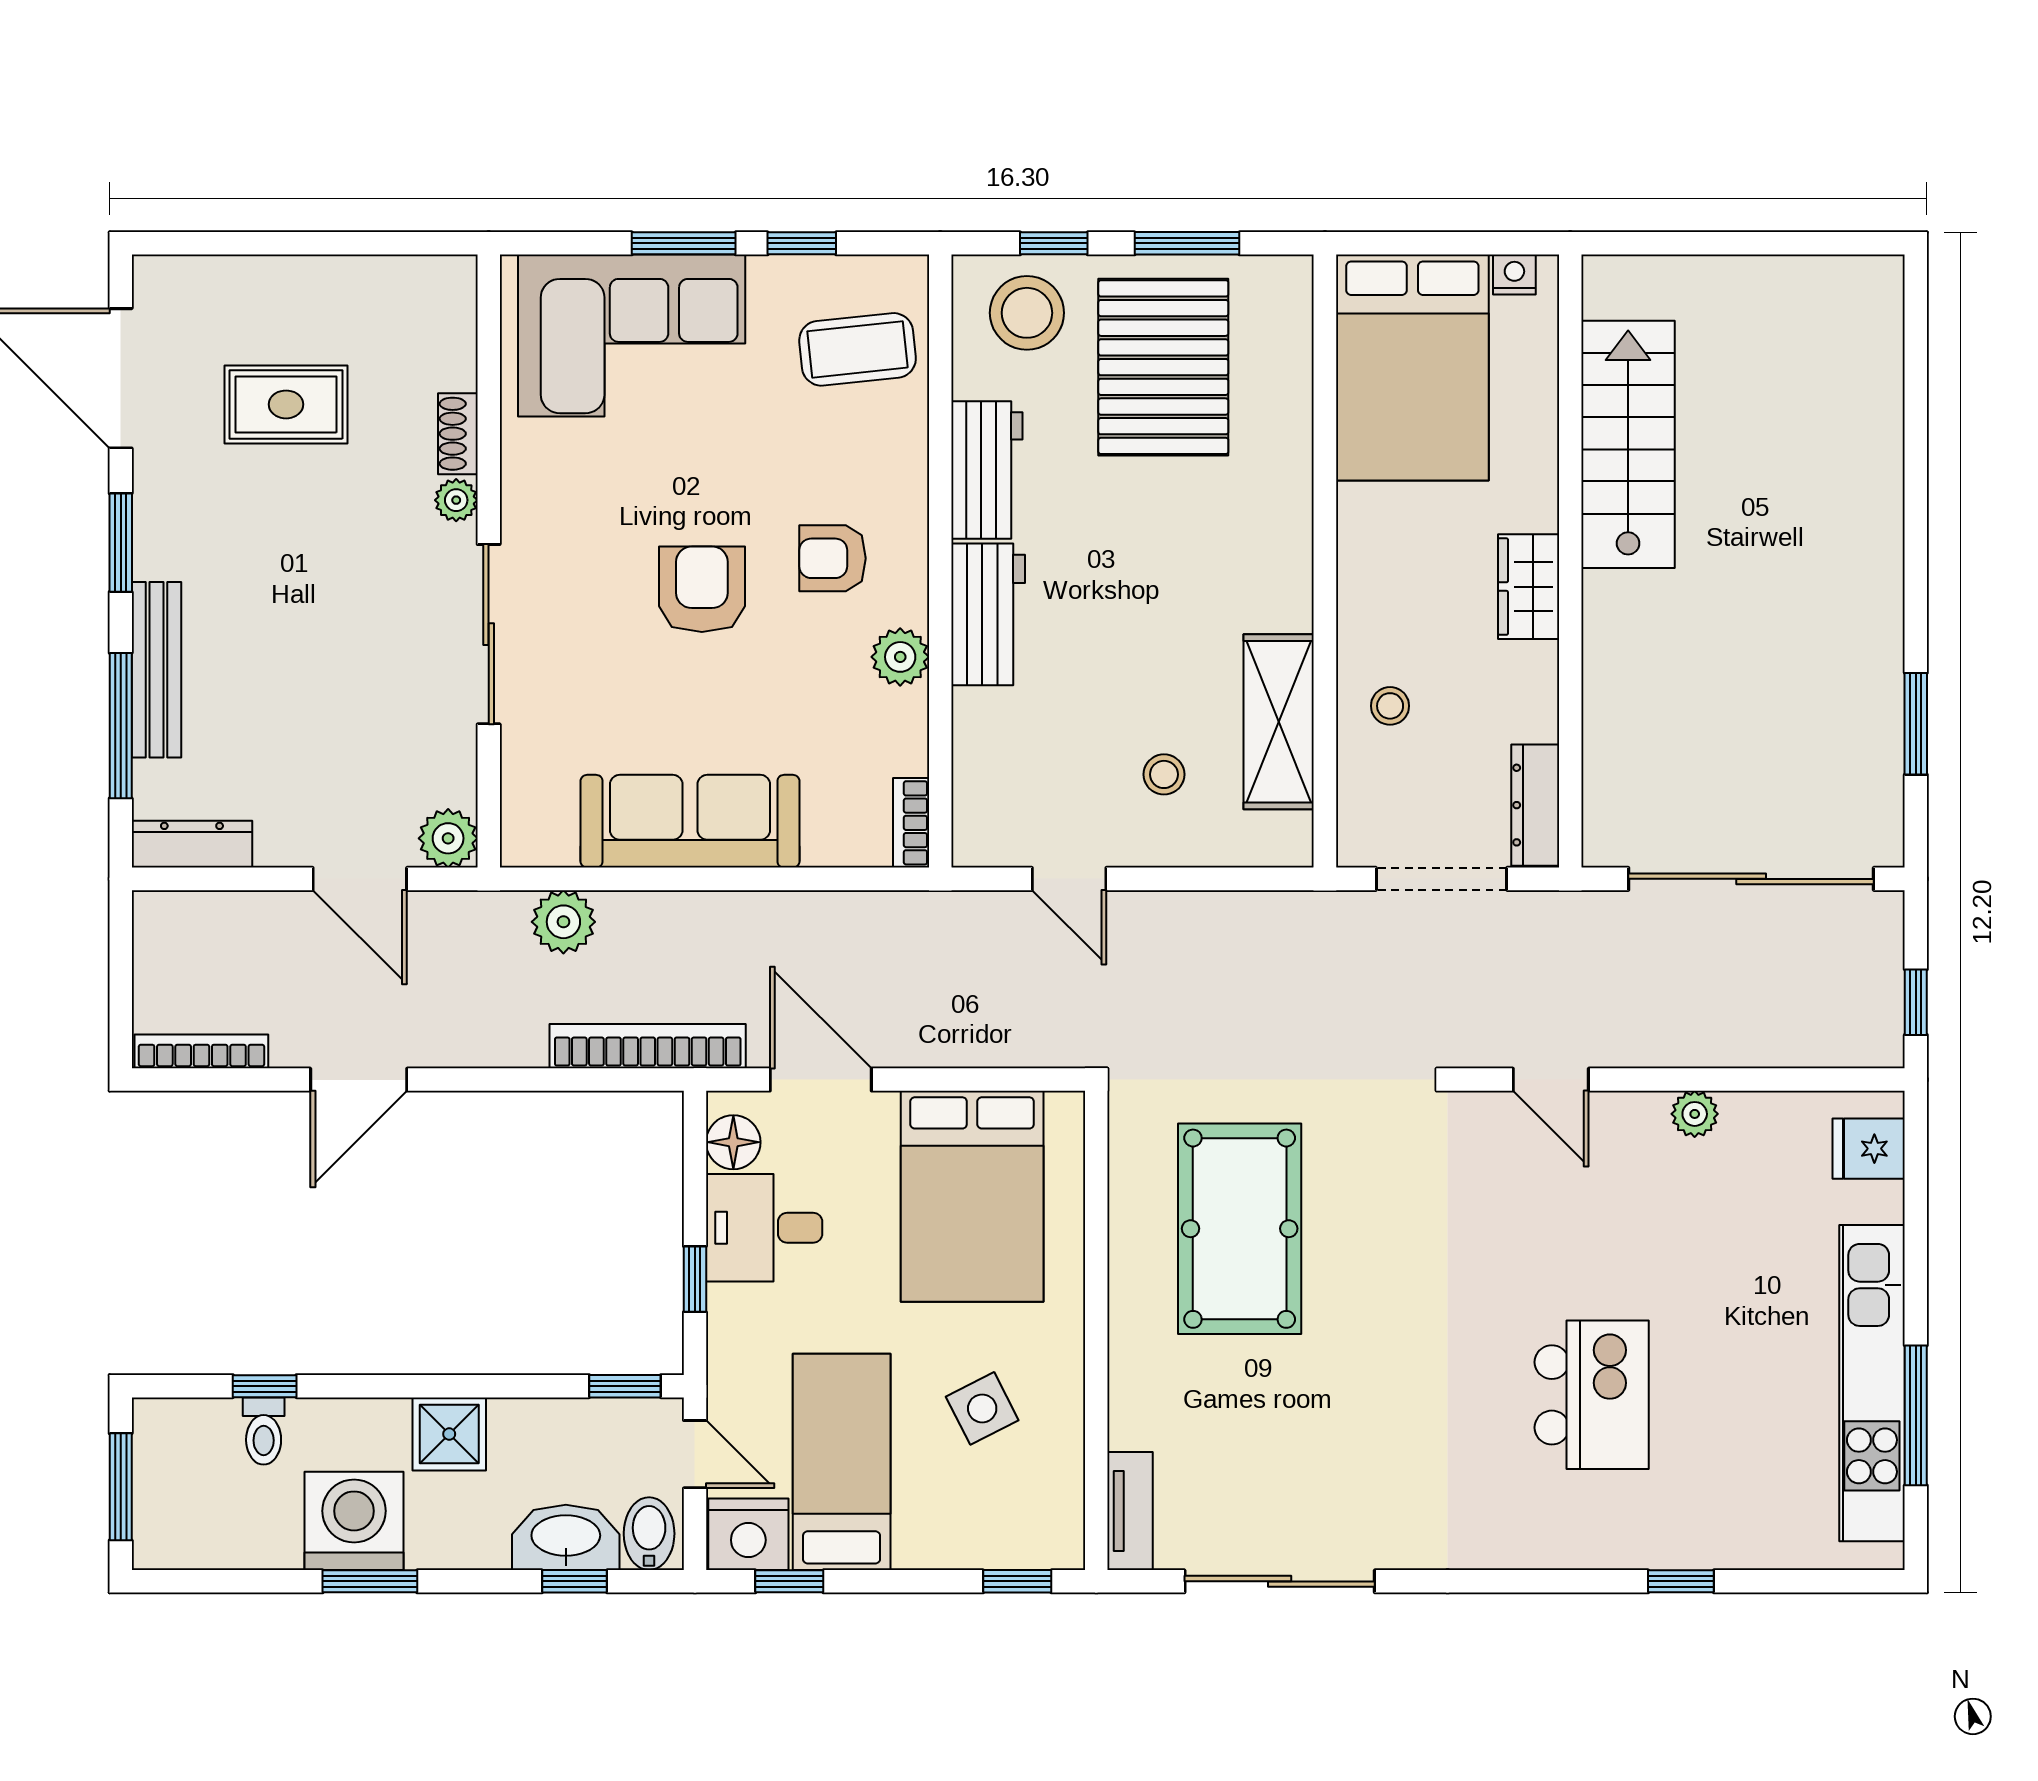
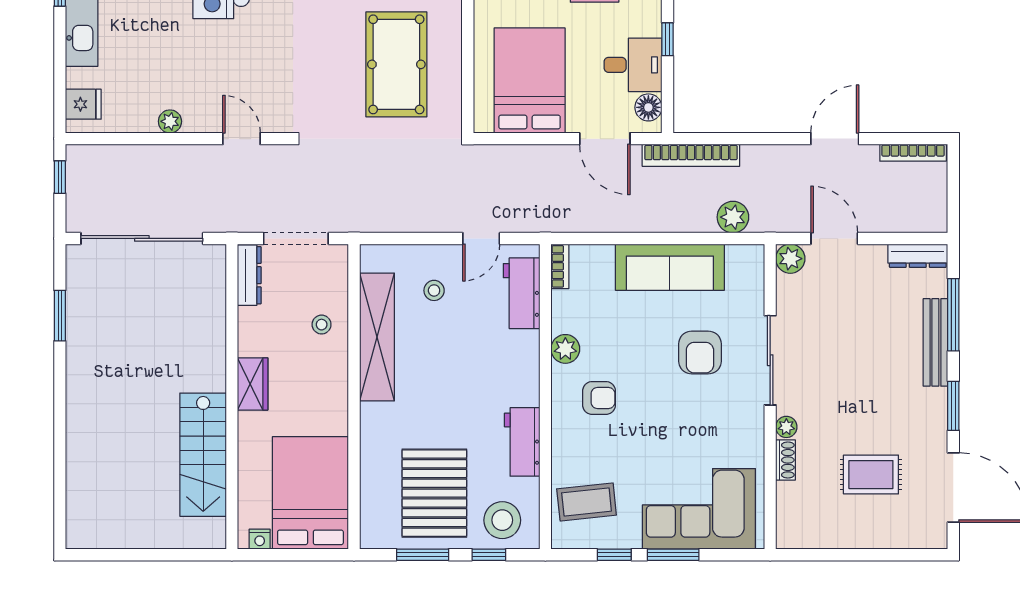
armchair: (702, 589) -> (700, 353), moved
workbench: (988, 614) -> (522, 293), moved
shelving: (1279, 722) -> (377, 337), width x1.47
door: (1069, 879) -> (481, 238), swing flipped

